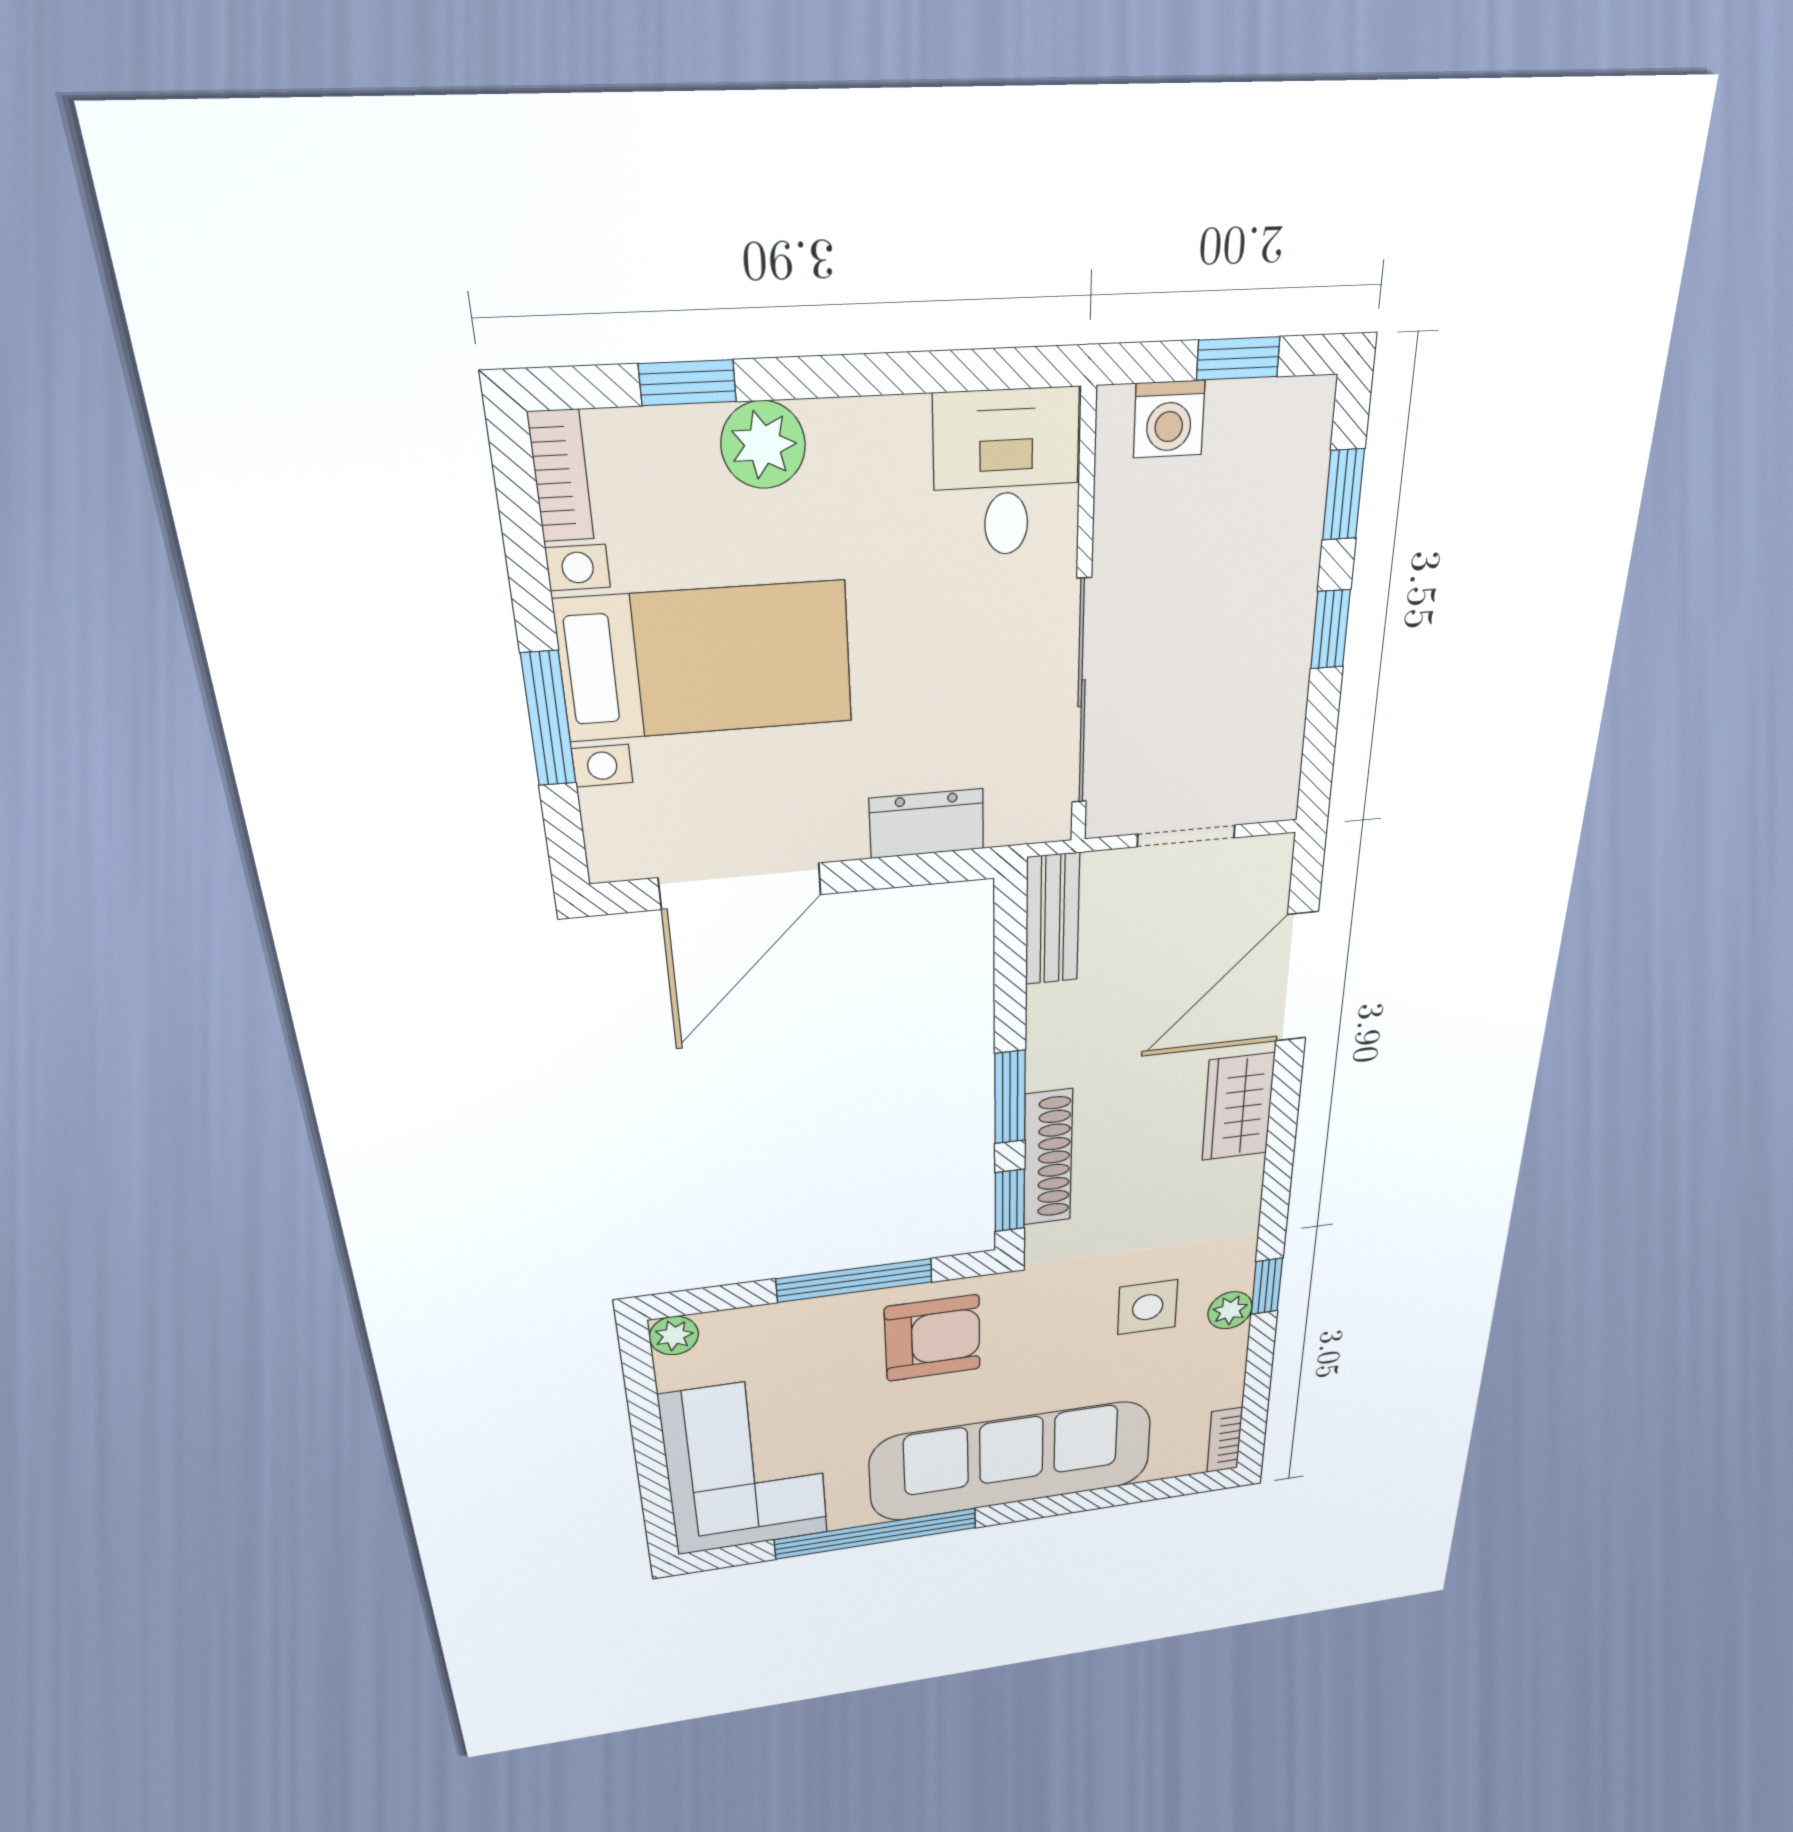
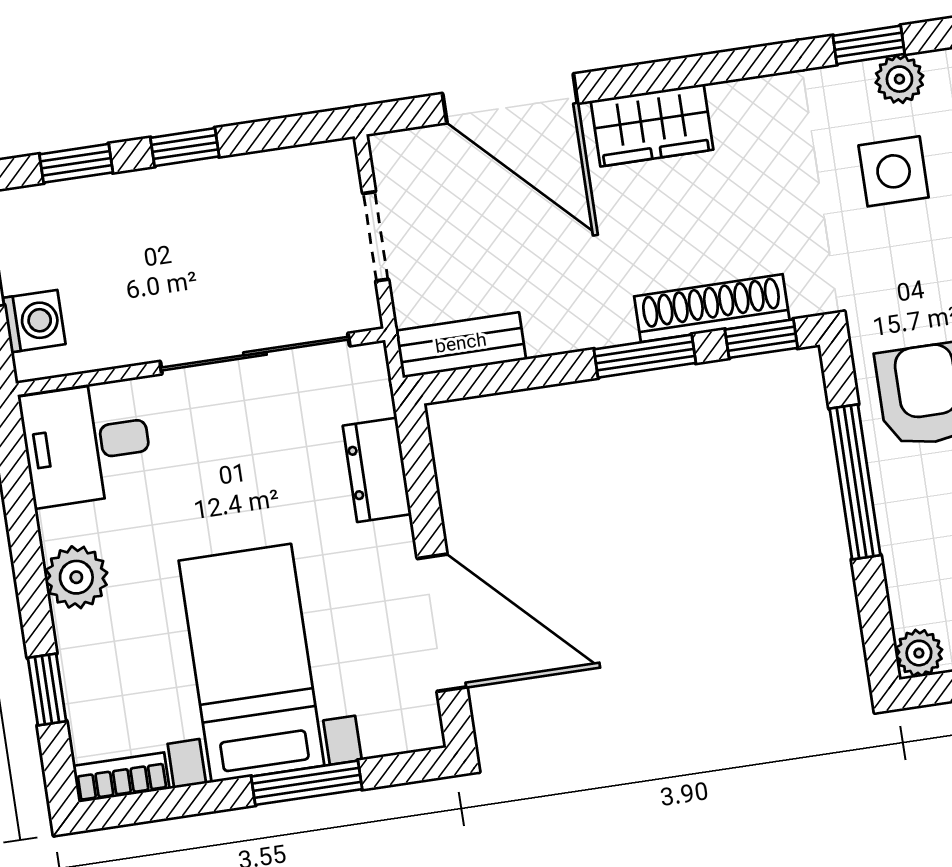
plant: (763, 445) -> (76, 577), moved

